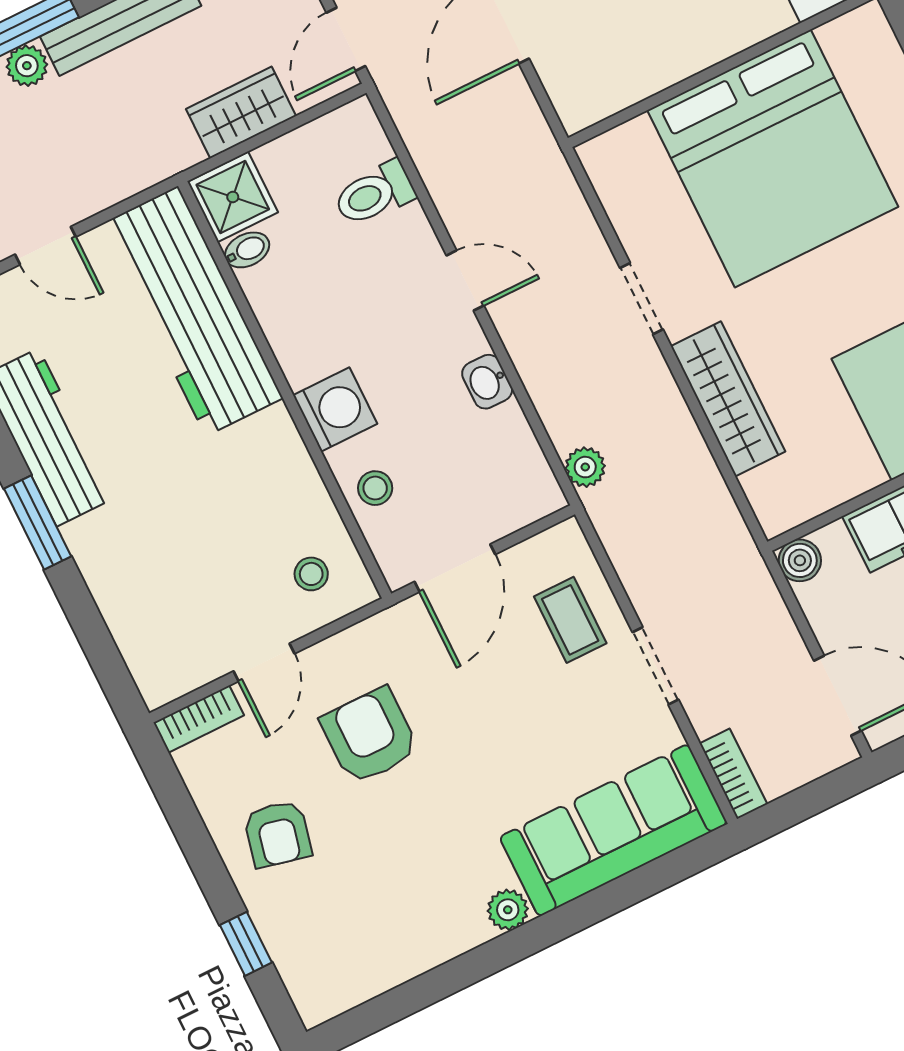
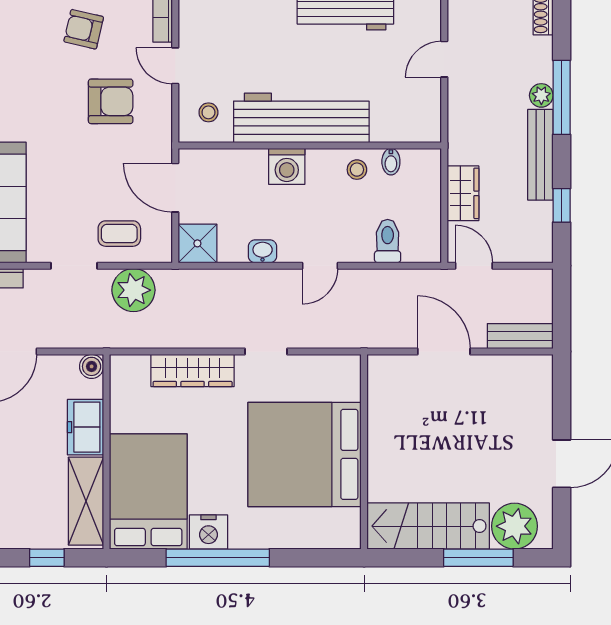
shower: (233, 197) -> (197, 243), moved
workbench: (192, 311) -> (301, 118), moved
plant: (585, 467) -> (133, 290), moved, width x1.88, depth x1.88
stool: (375, 488) -> (357, 170), moved

